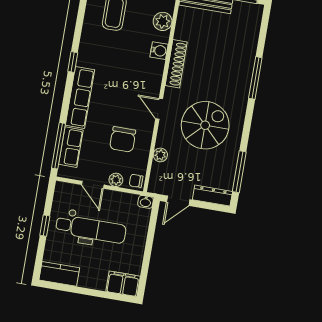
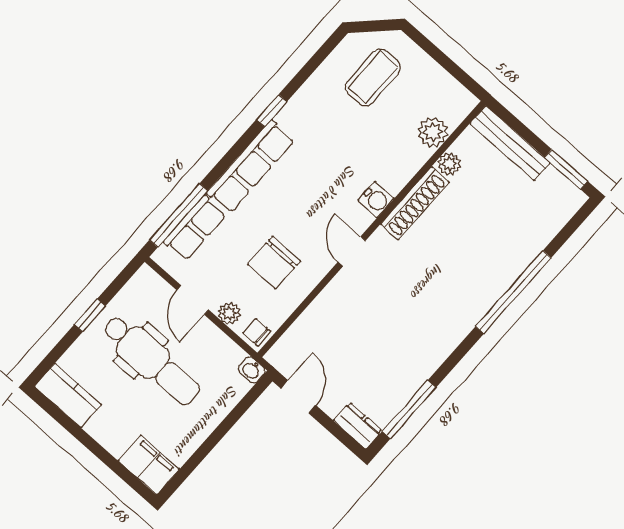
water cooler: (159, 51) -> (376, 199), moved
window: (255, 78) -> (513, 292), width x1.46
spiral stairs: (205, 125) -> (402, 315), removed
plant: (160, 155) -> (449, 164), moved
dresser: (212, 196) -> (358, 426), width x0.70
door: (178, 201) -> (298, 397), swing flipped

